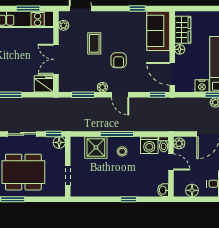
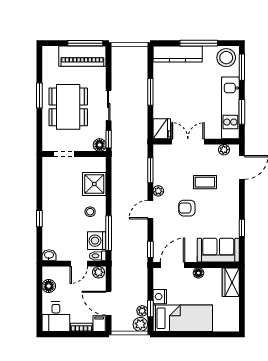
wardrobe: (183, 30) -> (231, 282), moved, turned 90
window: (117, 134) -> (109, 233), moved

